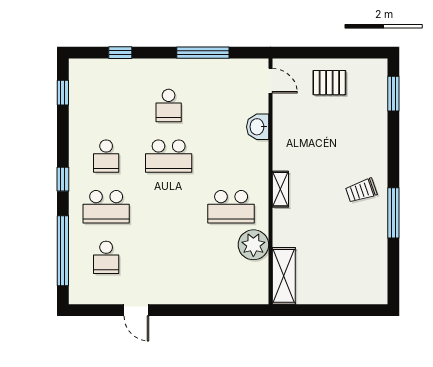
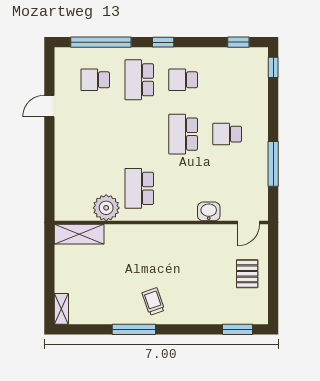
window: (120, 53) -> (273, 67), moved
shelving: (280, 189) -> (61, 309), moved, turned 90

